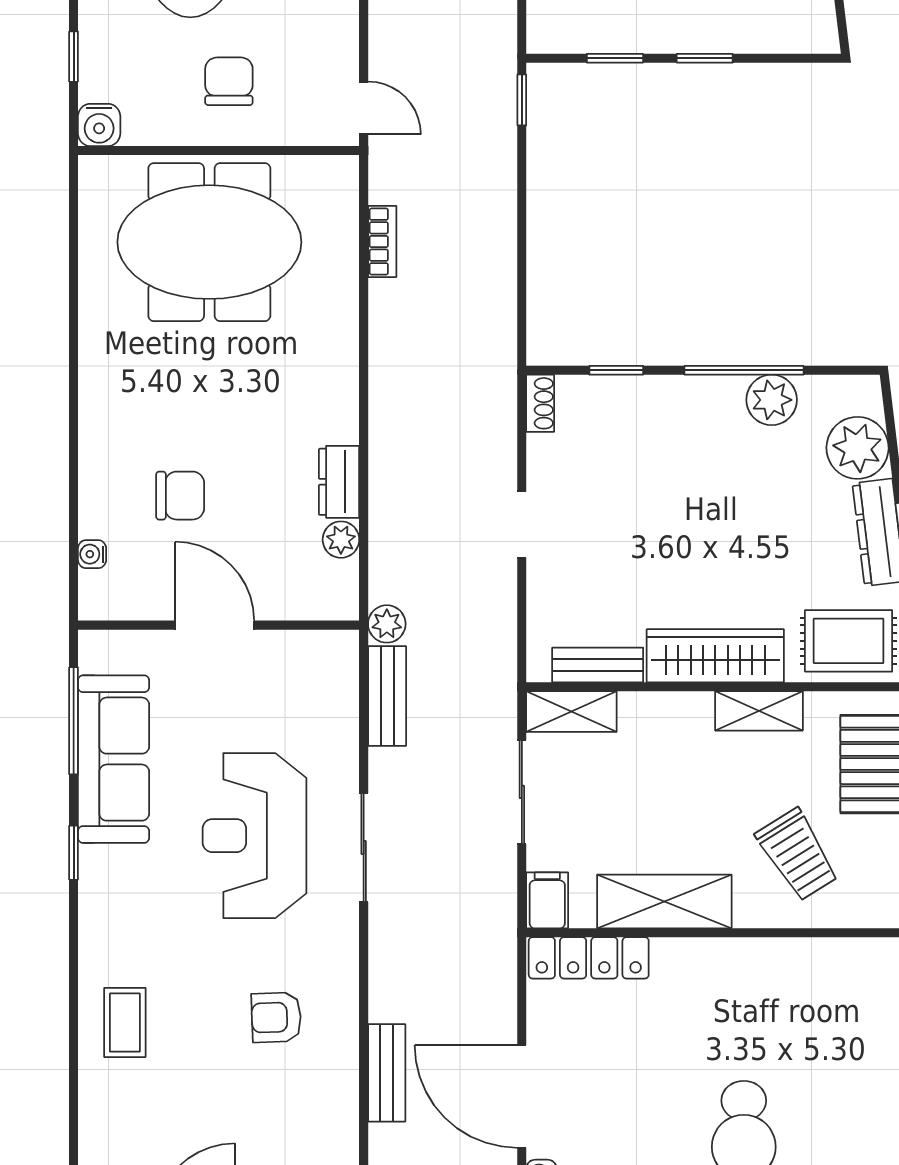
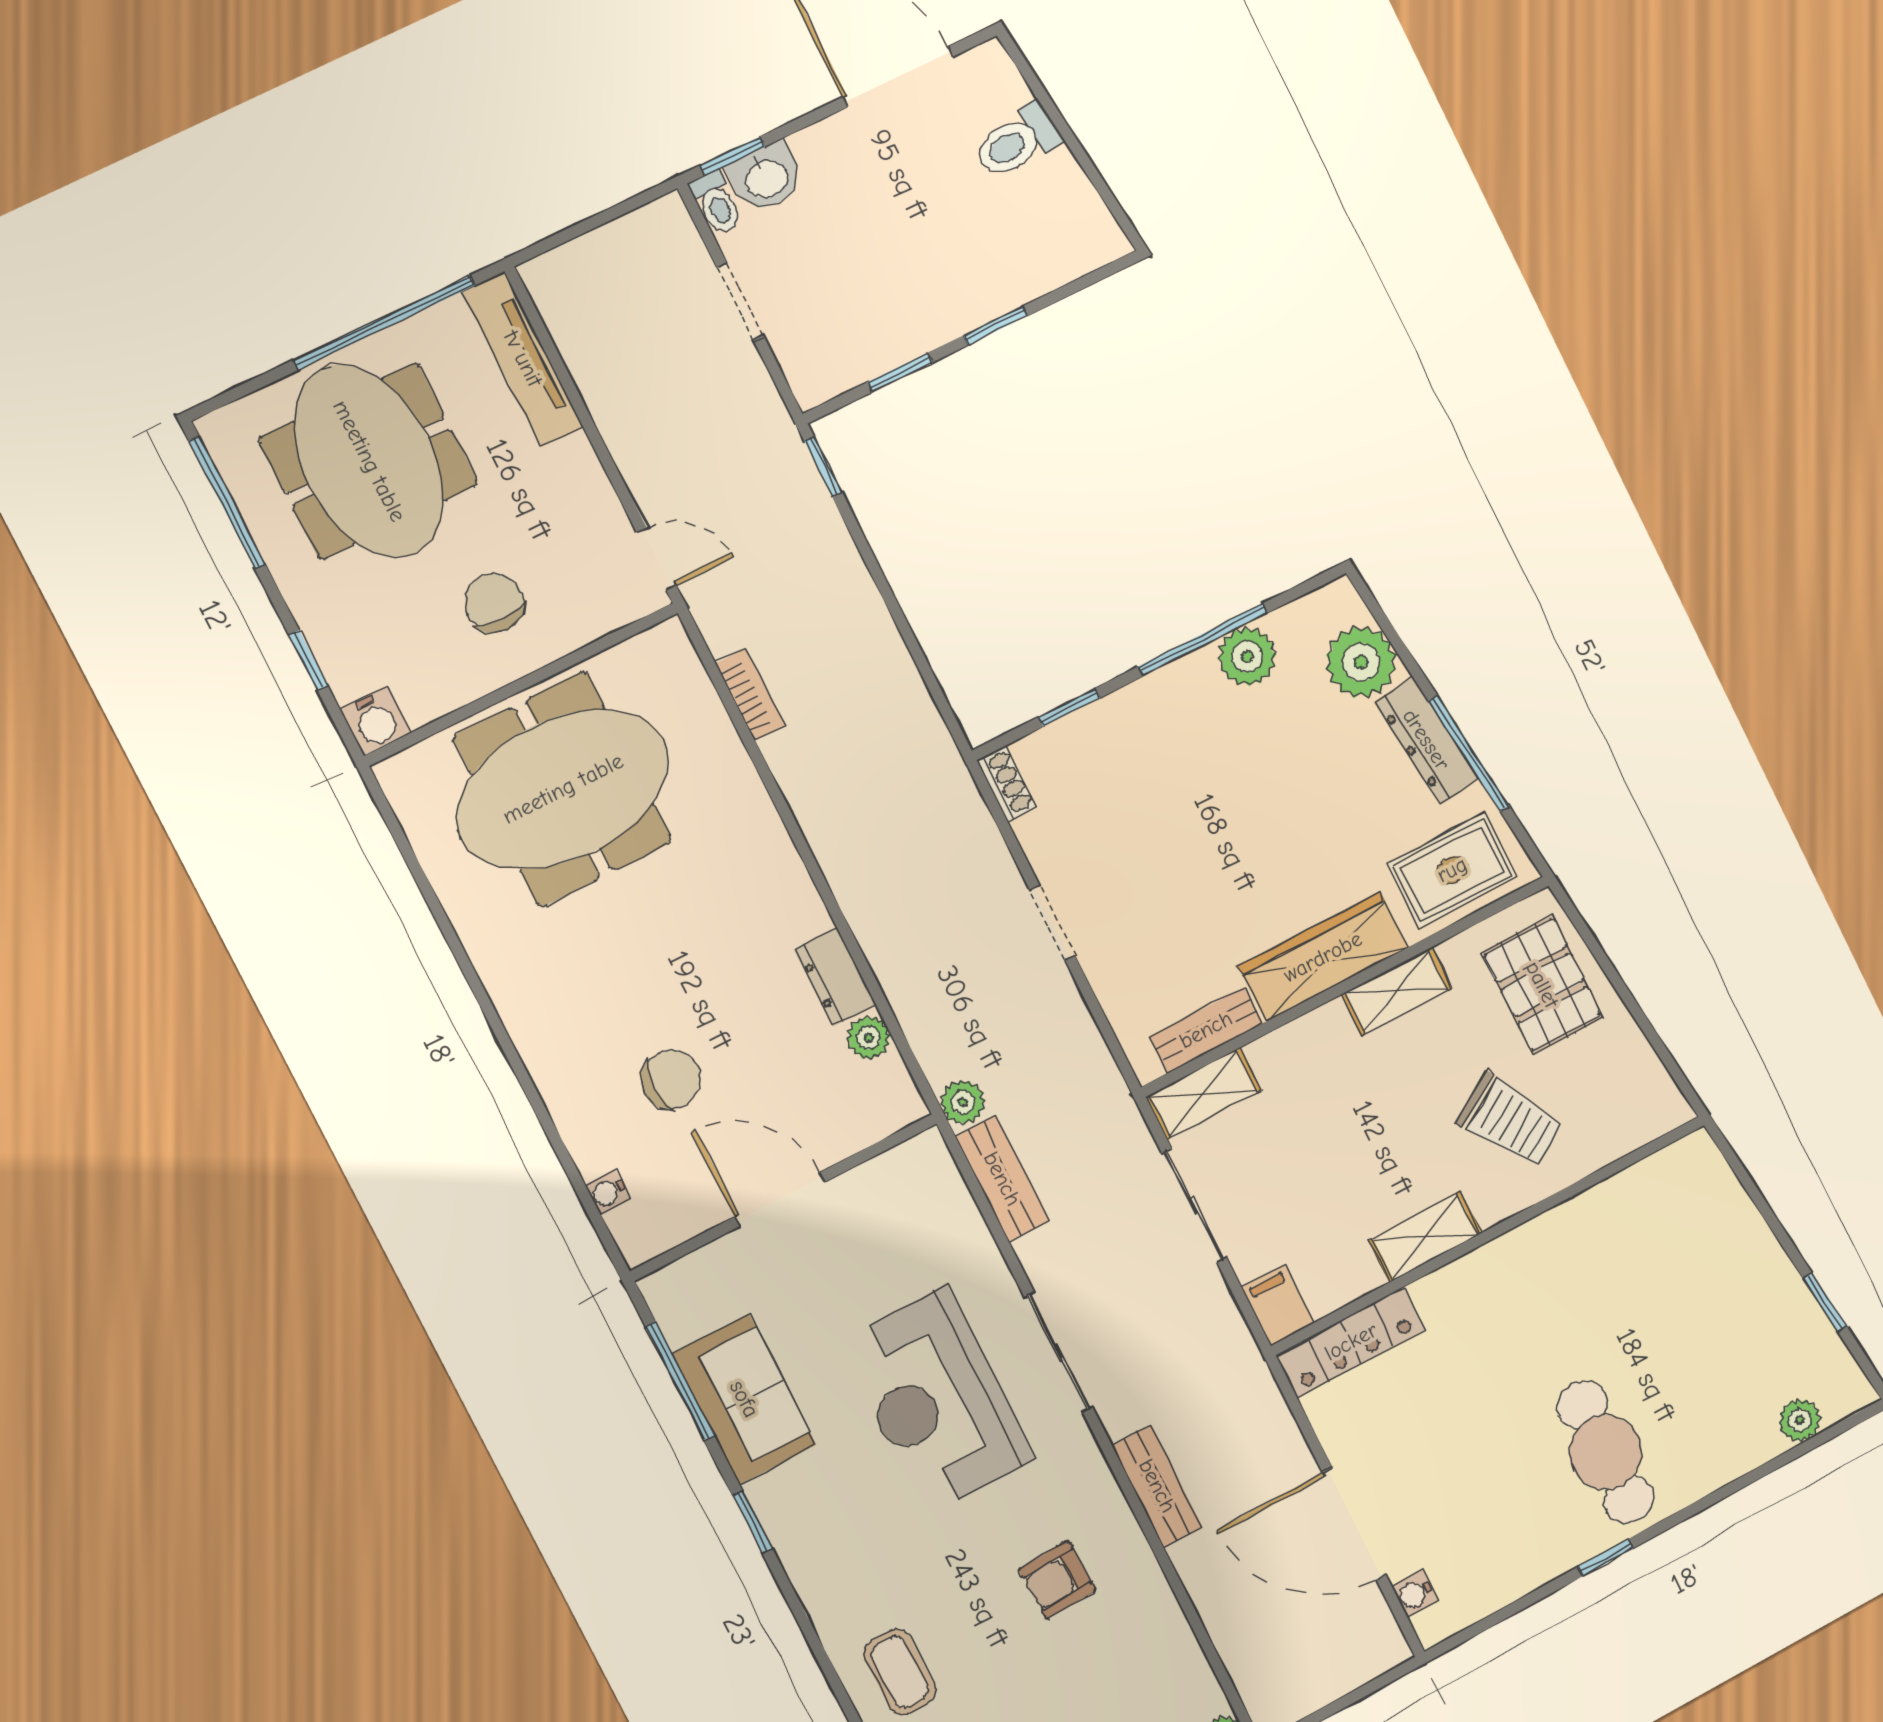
sofa: (114, 759) -> (744, 1399), width x0.73
shelving: (664, 901) -> (1425, 1237), width x0.67, depth x0.75
bench: (387, 1073) -> (1157, 1486), moved

